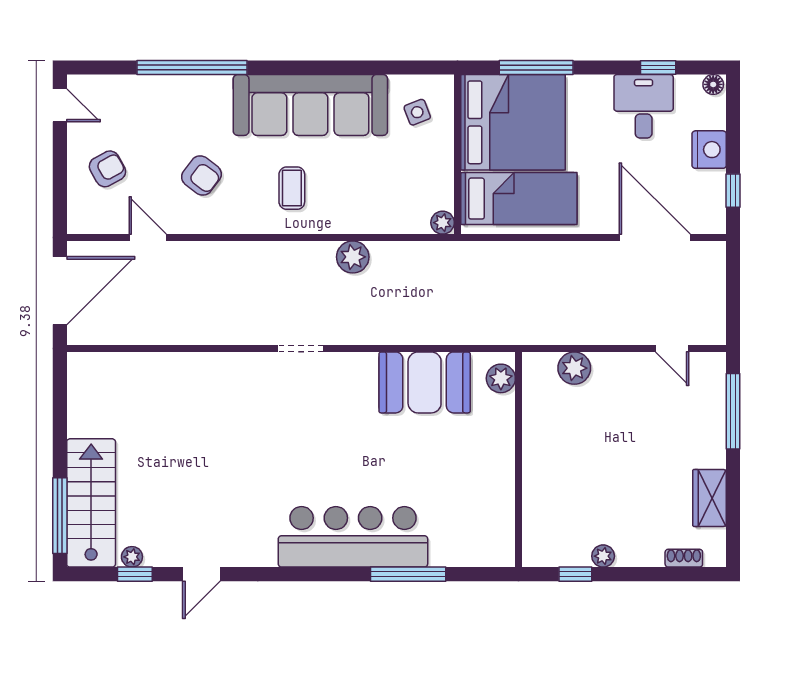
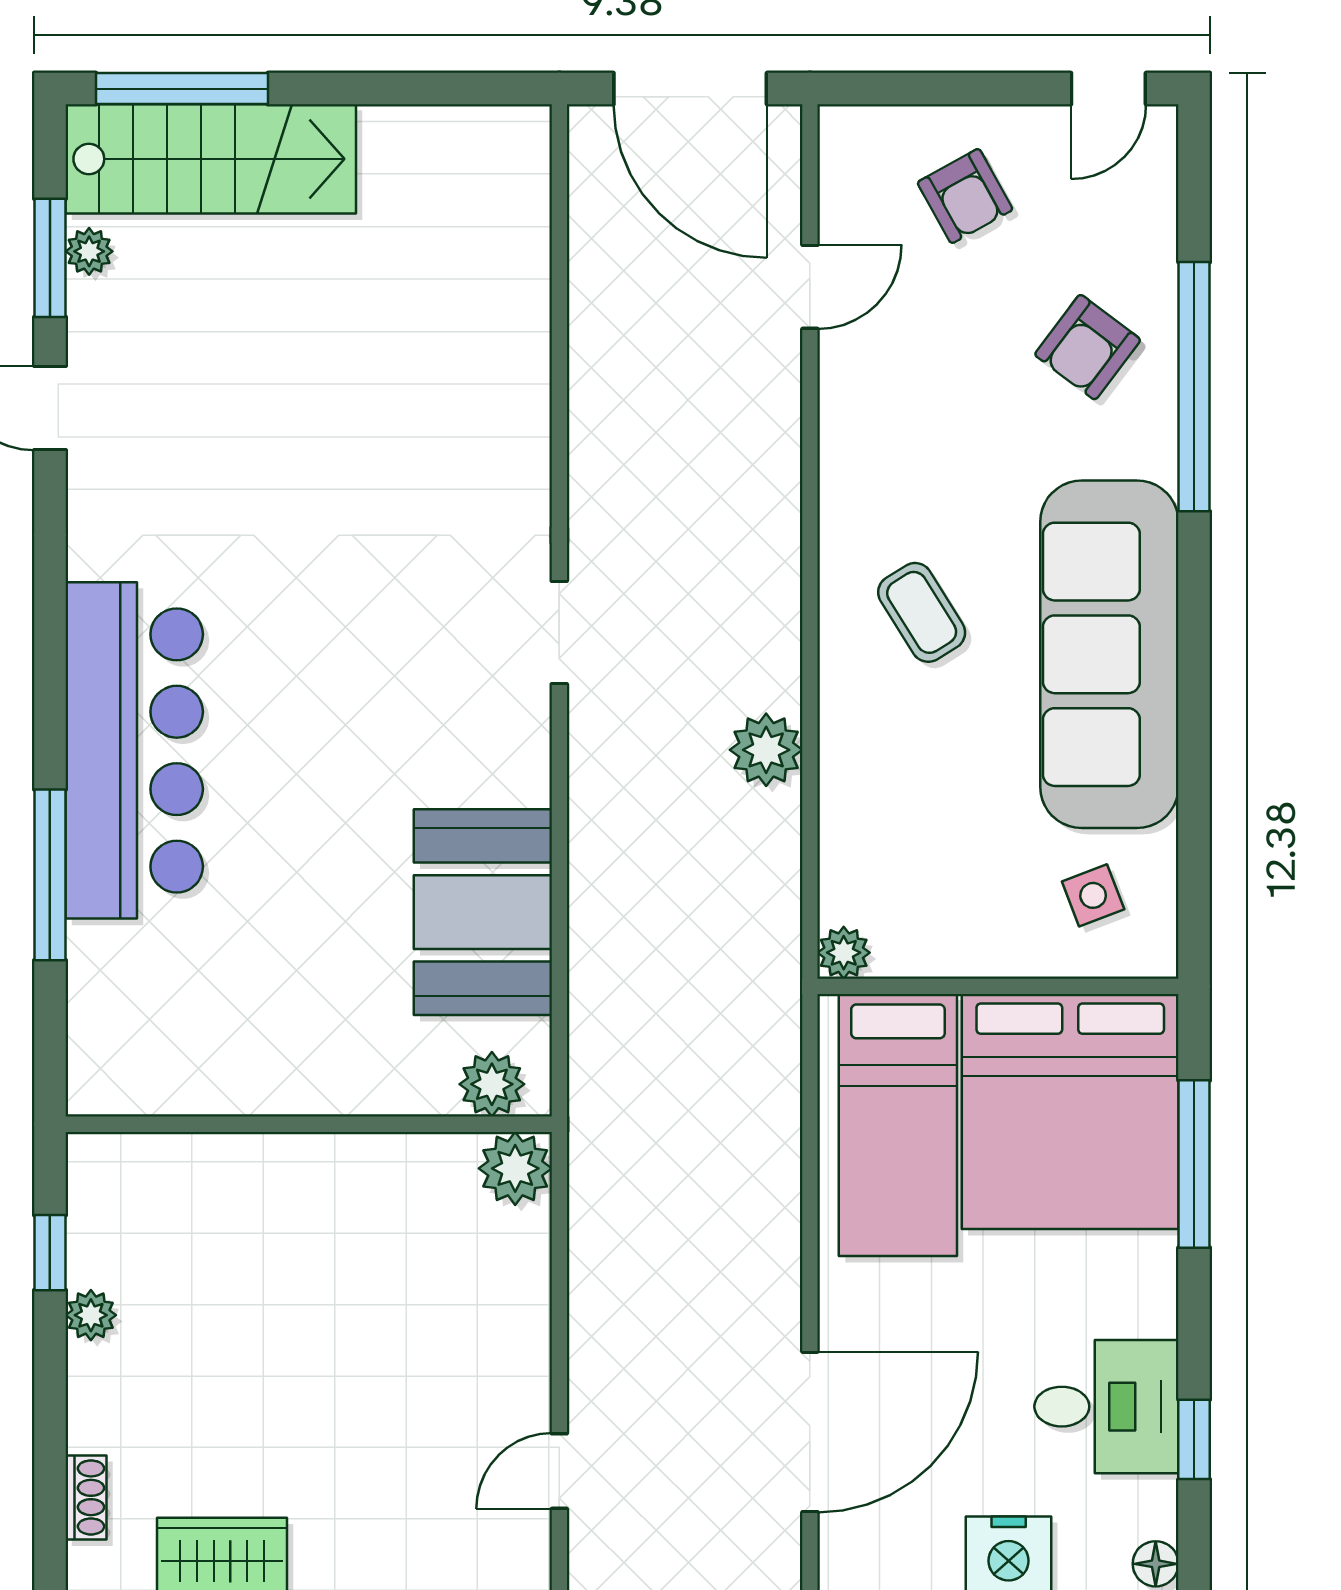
armchair: (201, 175) -> (1088, 347), moved
coffee table: (292, 188) -> (922, 612), turned 58
plant: (574, 368) -> (515, 1168), moved
window: (135, 574) -> (50, 258), width x1.50

